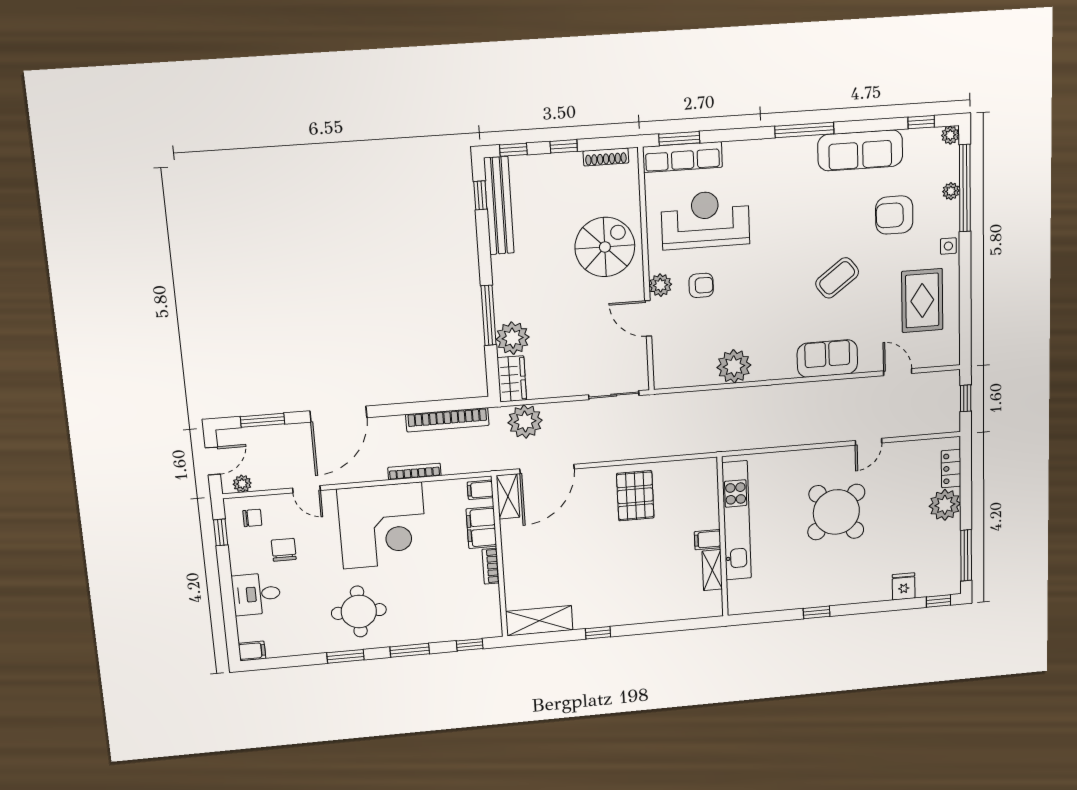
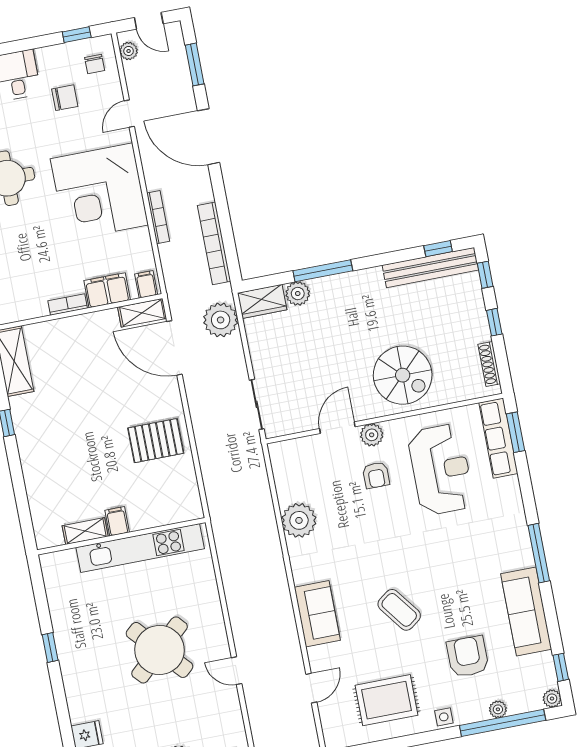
plant: (513, 338) -> (298, 294), width x0.73, depth x0.73

